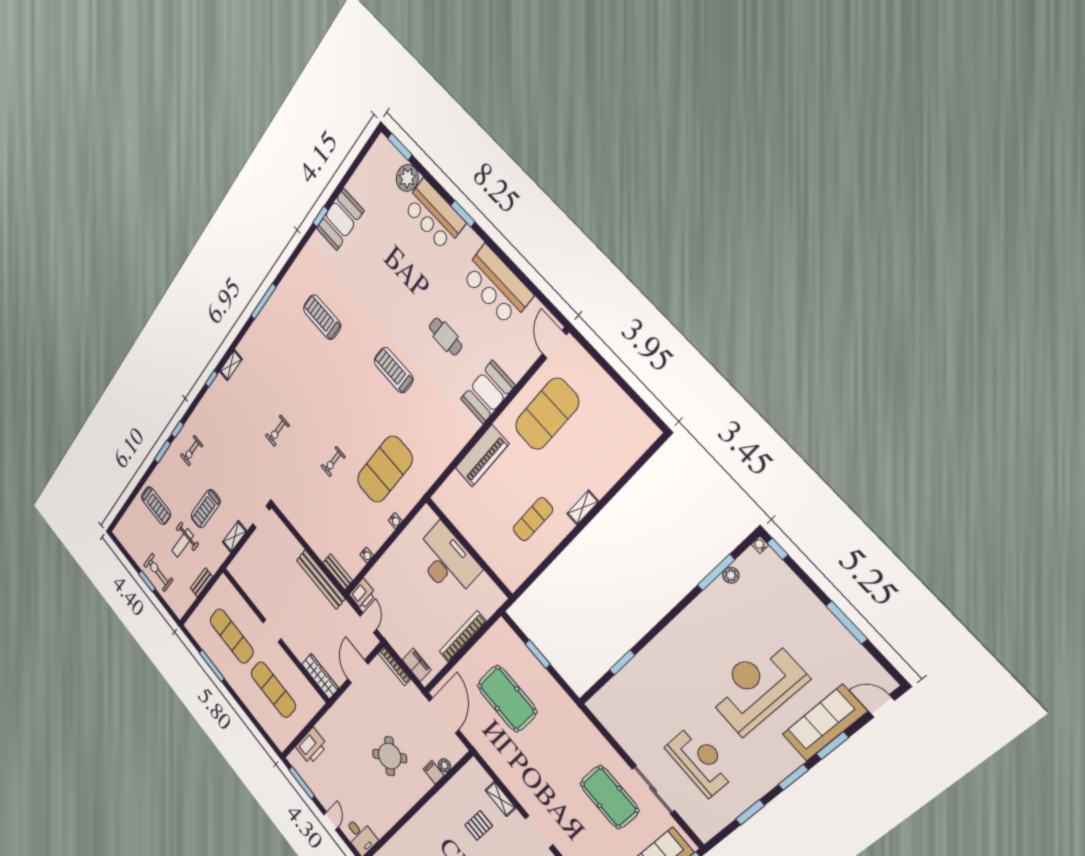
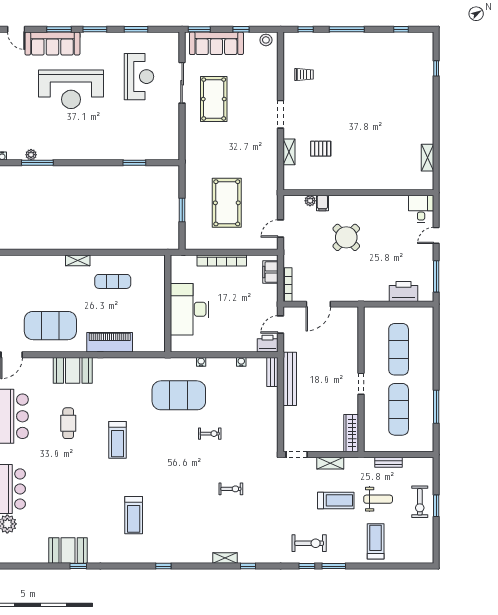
window: (264, 301) -> (163, 566), width x0.46
exercise bike: (192, 451) -> (309, 543), width x1.38, depth x1.39
wardrobe: (320, 676) -> (351, 433), moved
door: (444, 715) -> (281, 229), width x0.53
reception desk: (700, 761) -> (139, 77), turned 180

